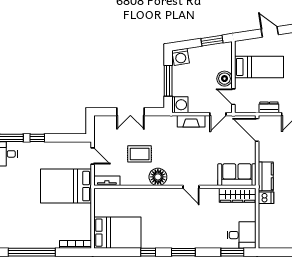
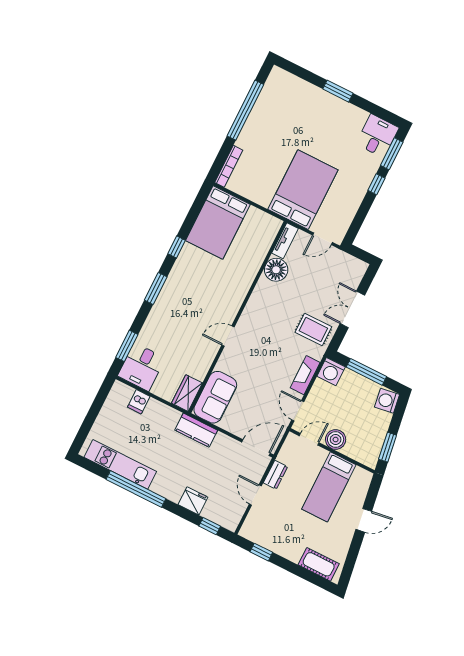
rug: (140, 154) -> (313, 329), moved, turned 90
floor lamp: (158, 177) -> (276, 270), moved
wardrobe: (238, 195) -> (187, 393), width x0.67
dishwasher: (266, 198) -> (139, 402), moved

